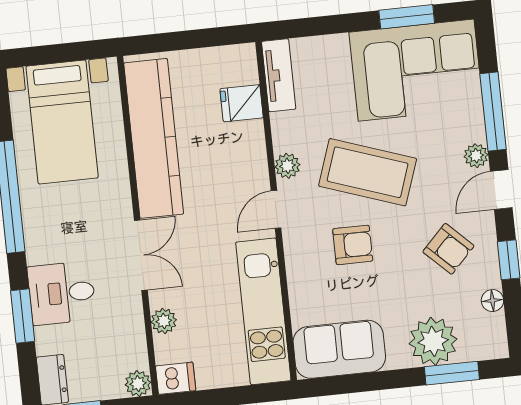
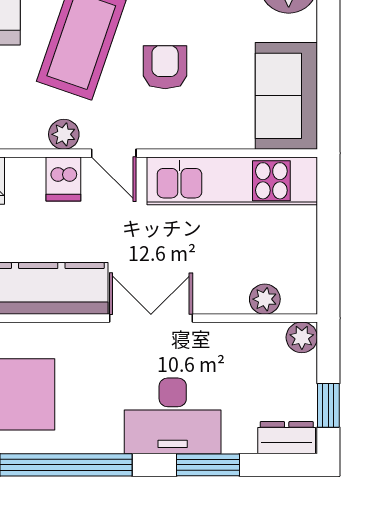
desk: (62, 293) -> (173, 416), width x1.37
plant: (164, 321) -> (265, 299), moved
dishwasher: (176, 378) -> (63, 179), moved, turned 180

